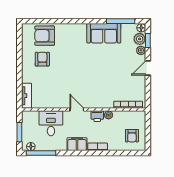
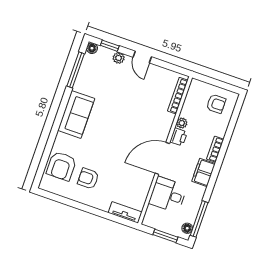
sofa: (104, 33) -> (76, 114), moved
plant: (140, 39) -> (104, 55), removed
door: (77, 109) -> (162, 158), width x1.87

